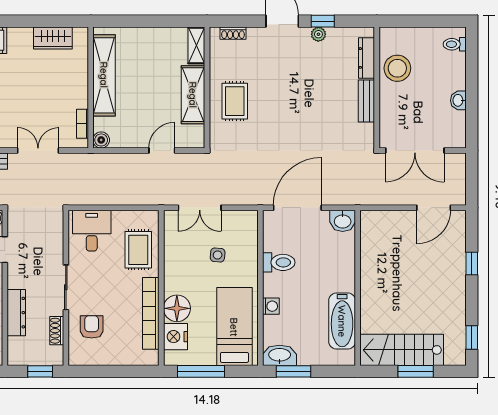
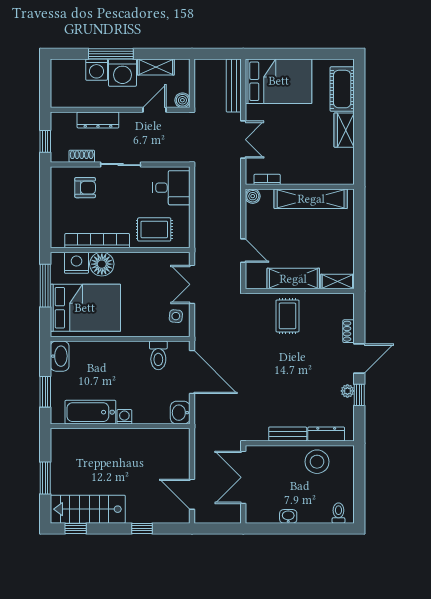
shoe rack: (233, 33) -> (348, 331), moved
wardrobe: (53, 38) -> (344, 130), moved
rug: (235, 101) -> (287, 316), turned 90
side table: (218, 255) -> (176, 316), moved
toilet: (279, 262) -> (158, 355), moved
washing machine: (271, 306) -> (124, 417), moved, turned 180
bed: (234, 327) -> (85, 308), width x1.50
stairs: (402, 350) -> (88, 509), moved, turned -90
window: (294, 371) -> (45, 392), moved

